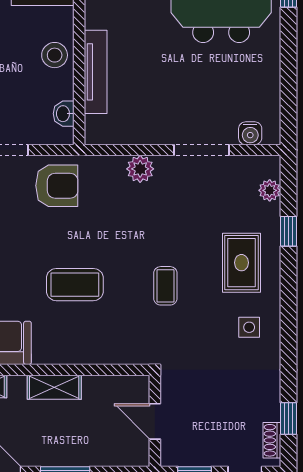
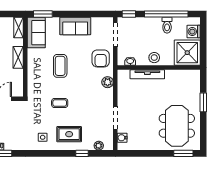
plant: (140, 169) -> (108, 82), moved

